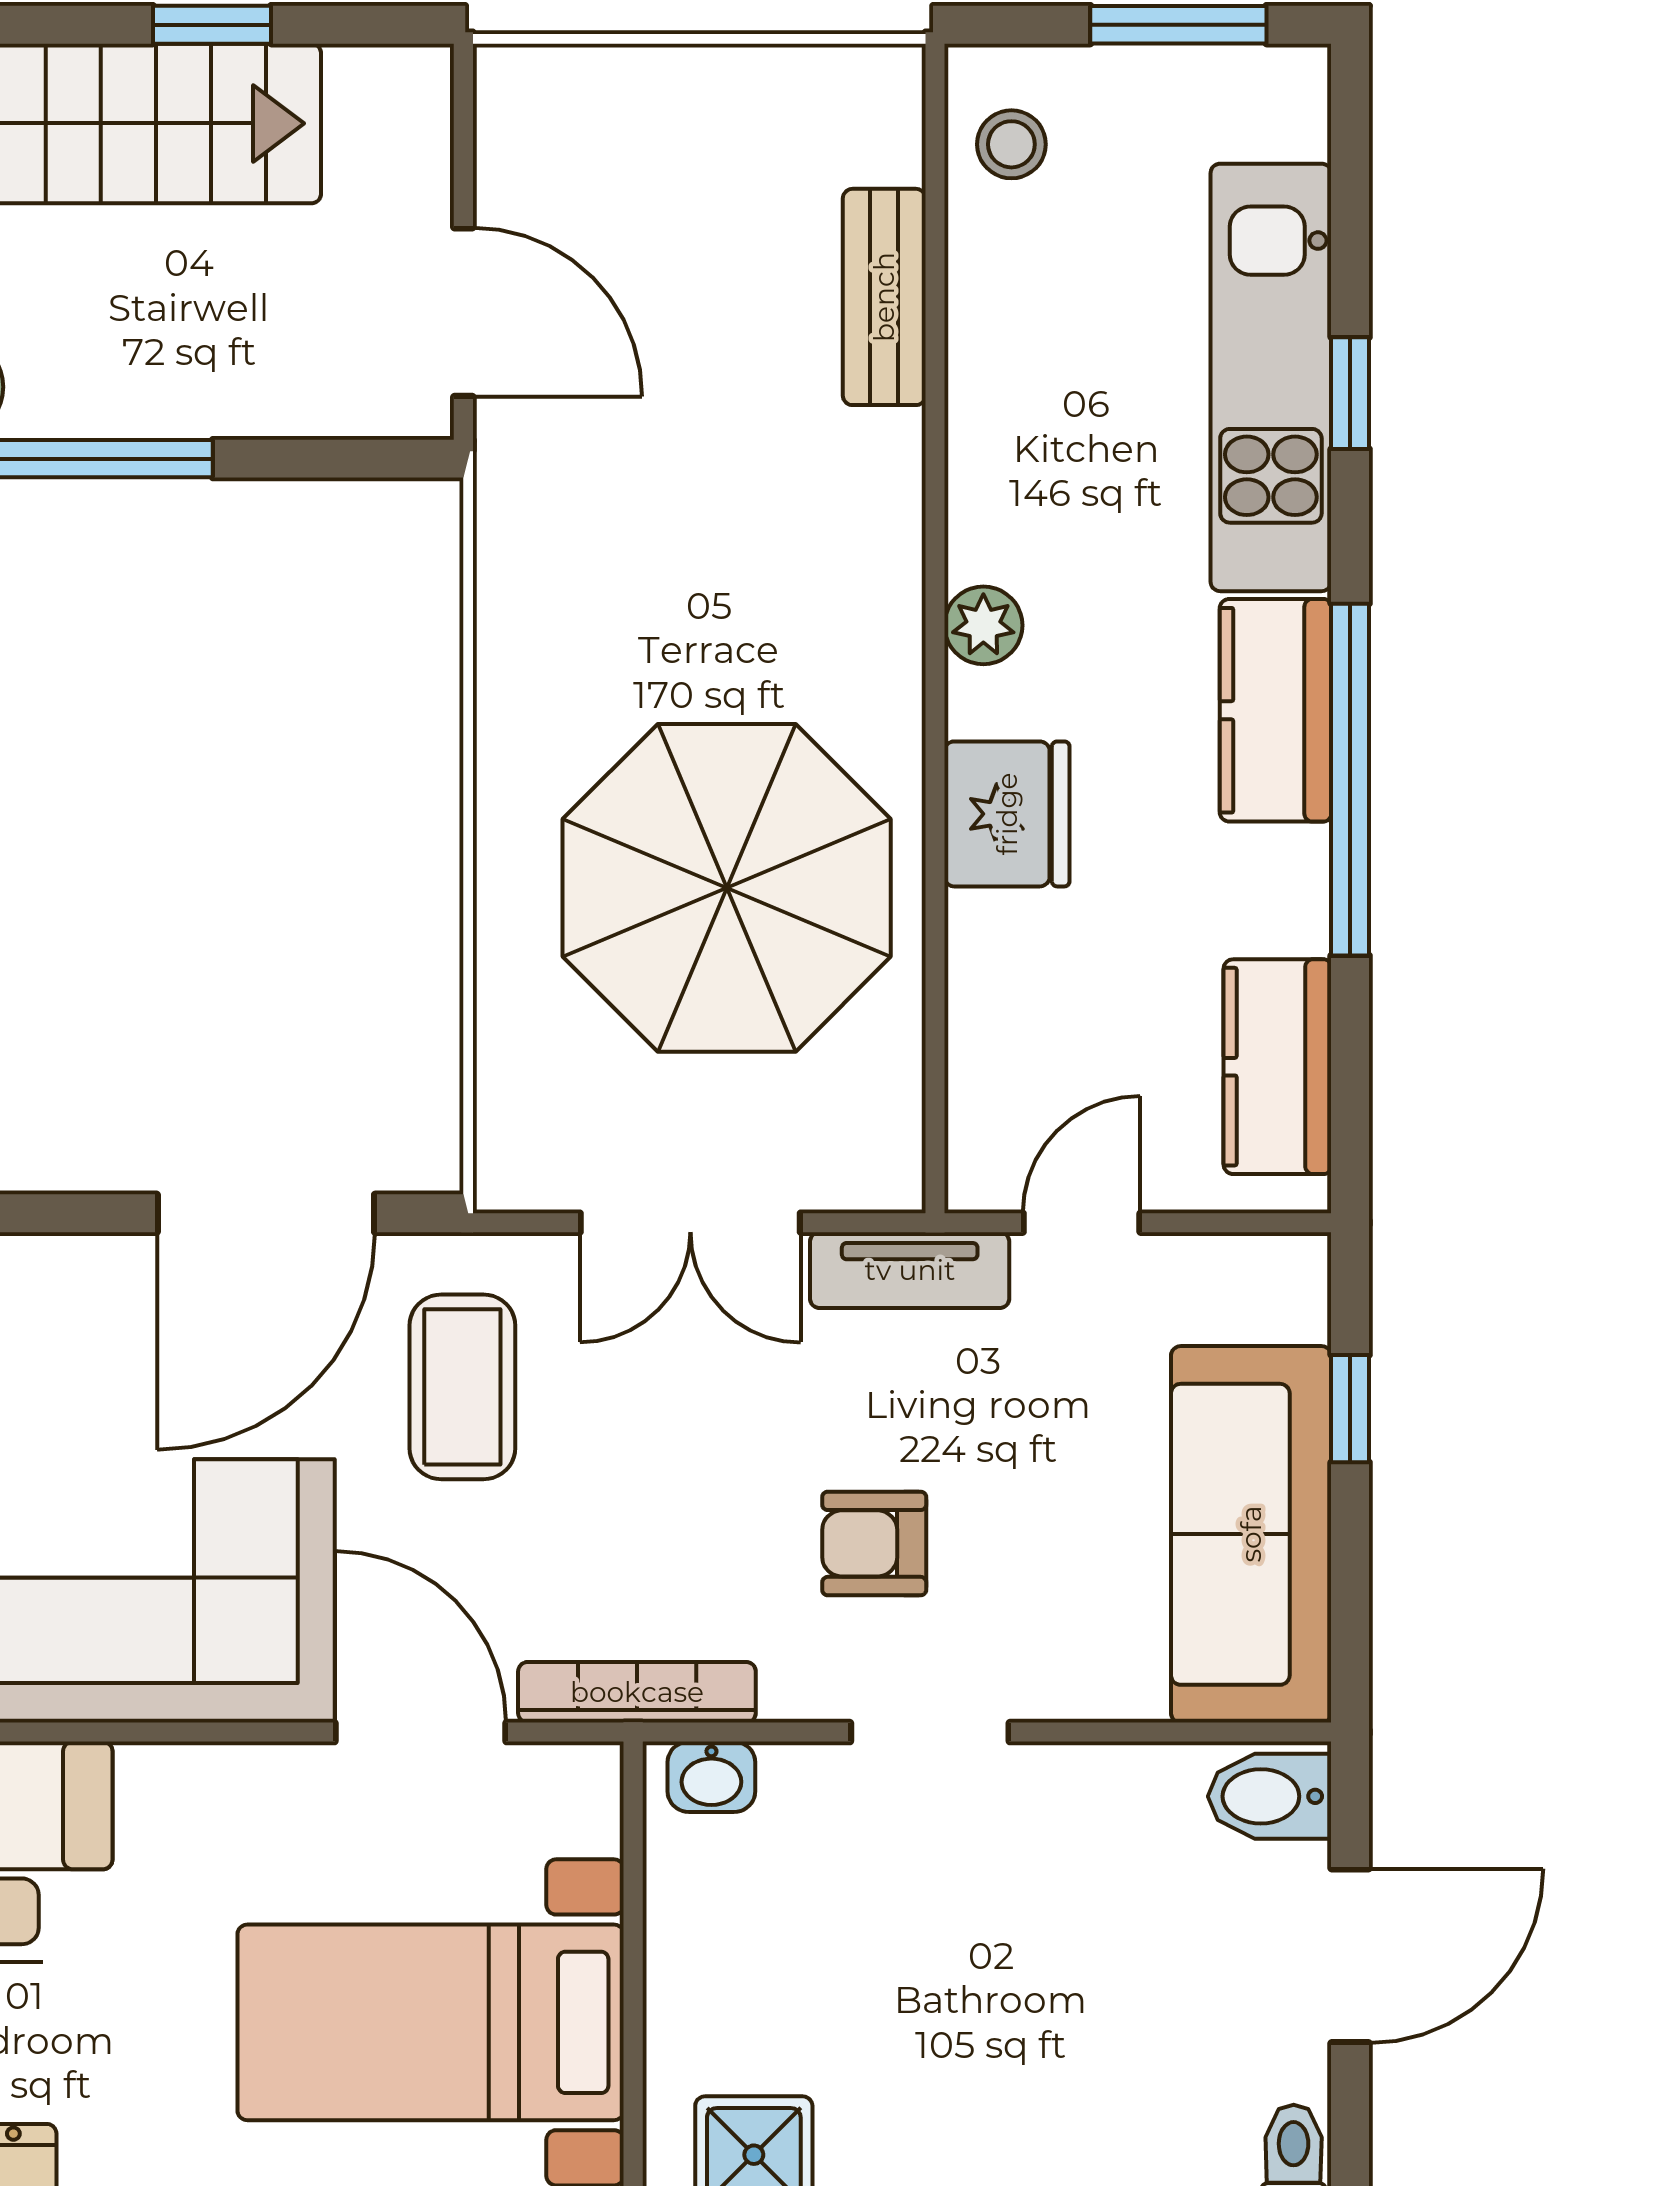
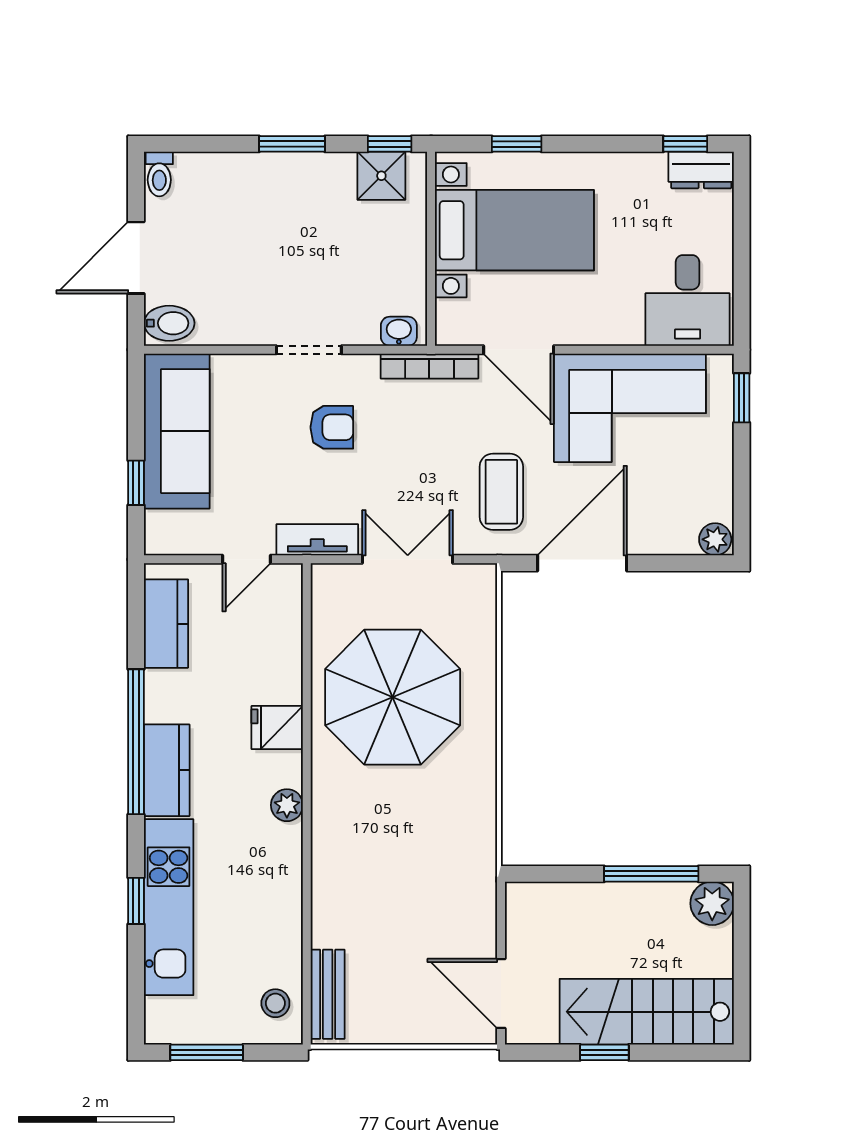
bench: (884, 297) -> (328, 994), moved
door: (463, 312) -> (501, 994), moved
fridge: (1007, 814) -> (277, 728), width x0.72

